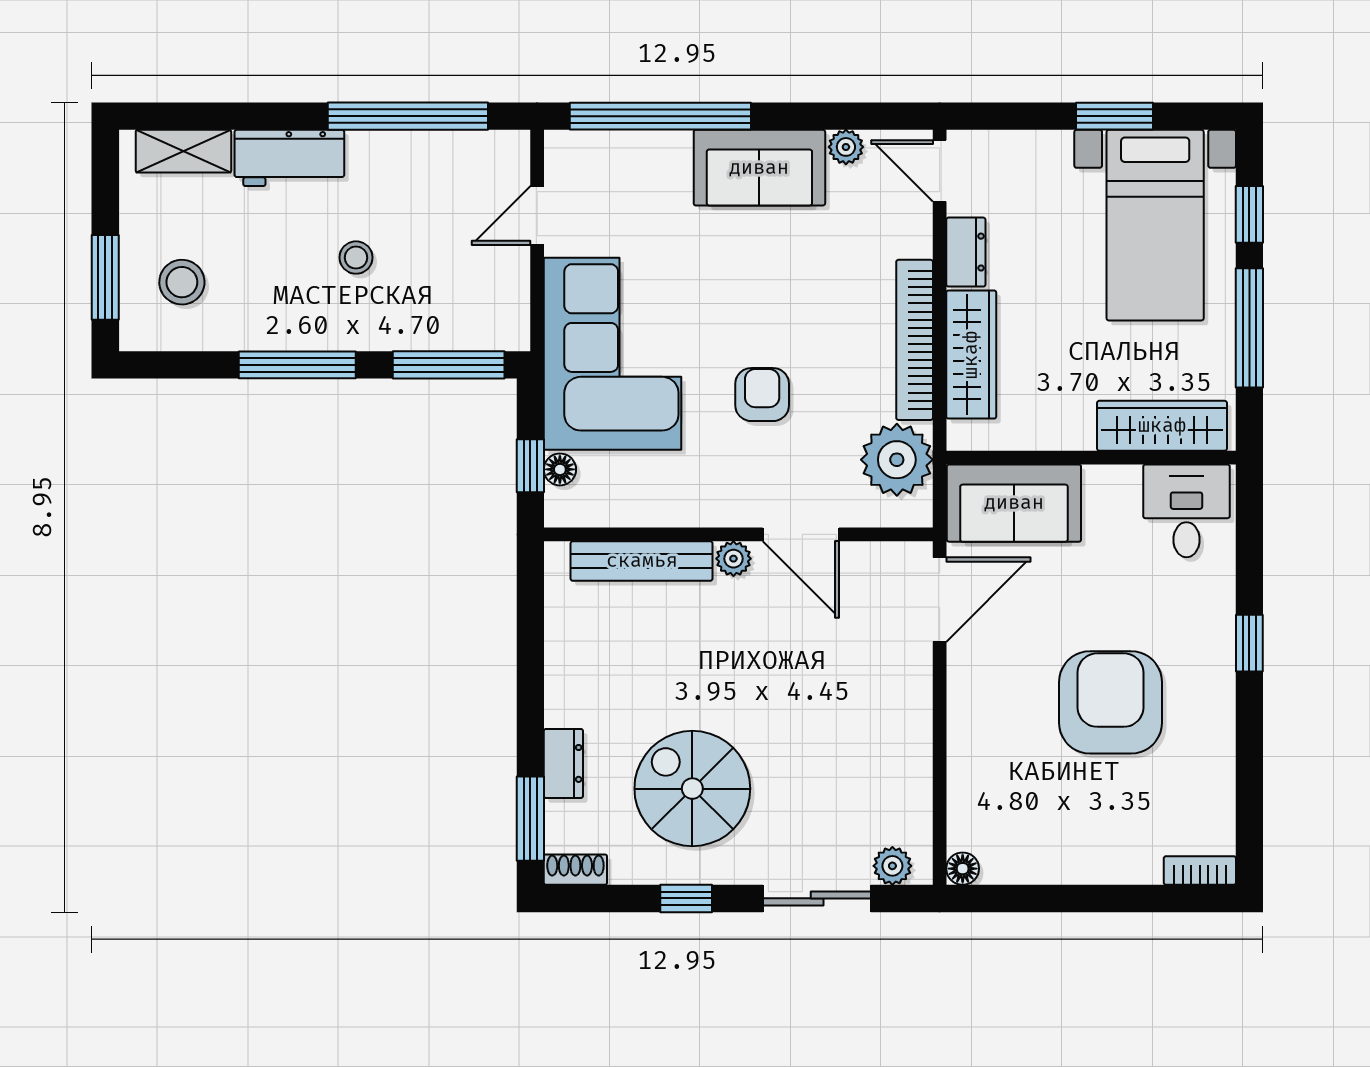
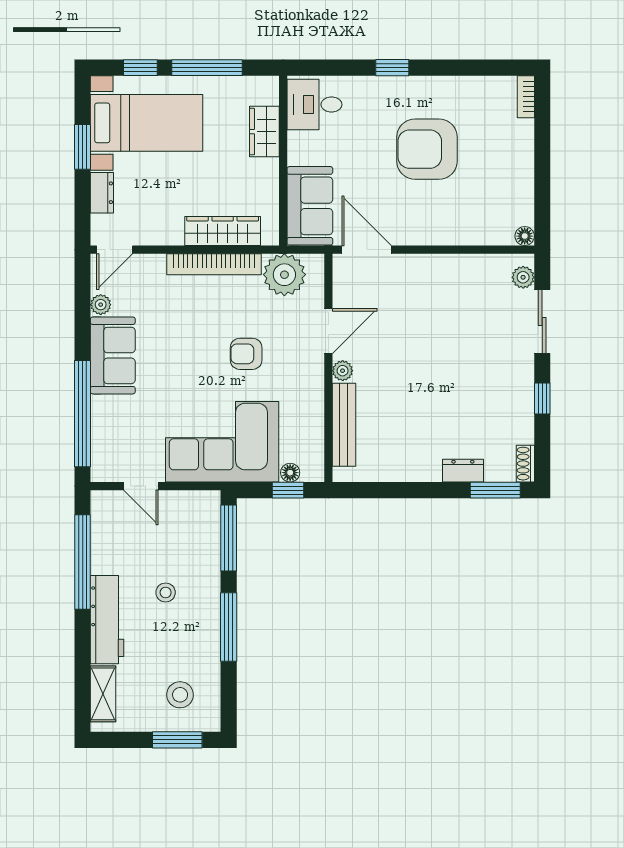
workbench: (289, 158) -> (107, 620), width x1.38
dresser: (966, 252) -> (102, 193), moved, turned 90
wardrobe: (1162, 426) -> (264, 132), width x0.67
spiral stairs: (692, 789) -> (478, 395), removed

